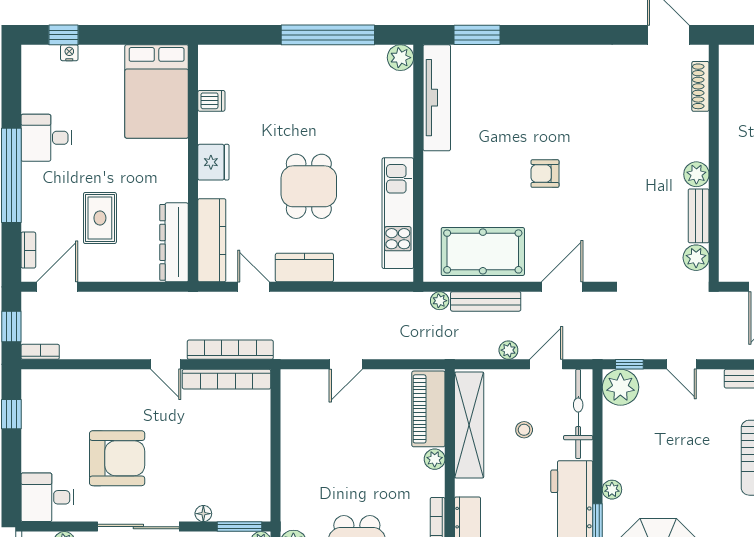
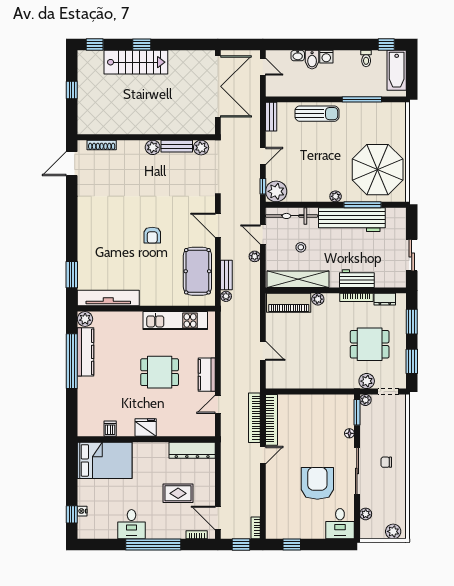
kitchen counter: (212, 240) -> (86, 352), moved, turned 90
bench: (486, 301) -> (226, 275), width x0.73

